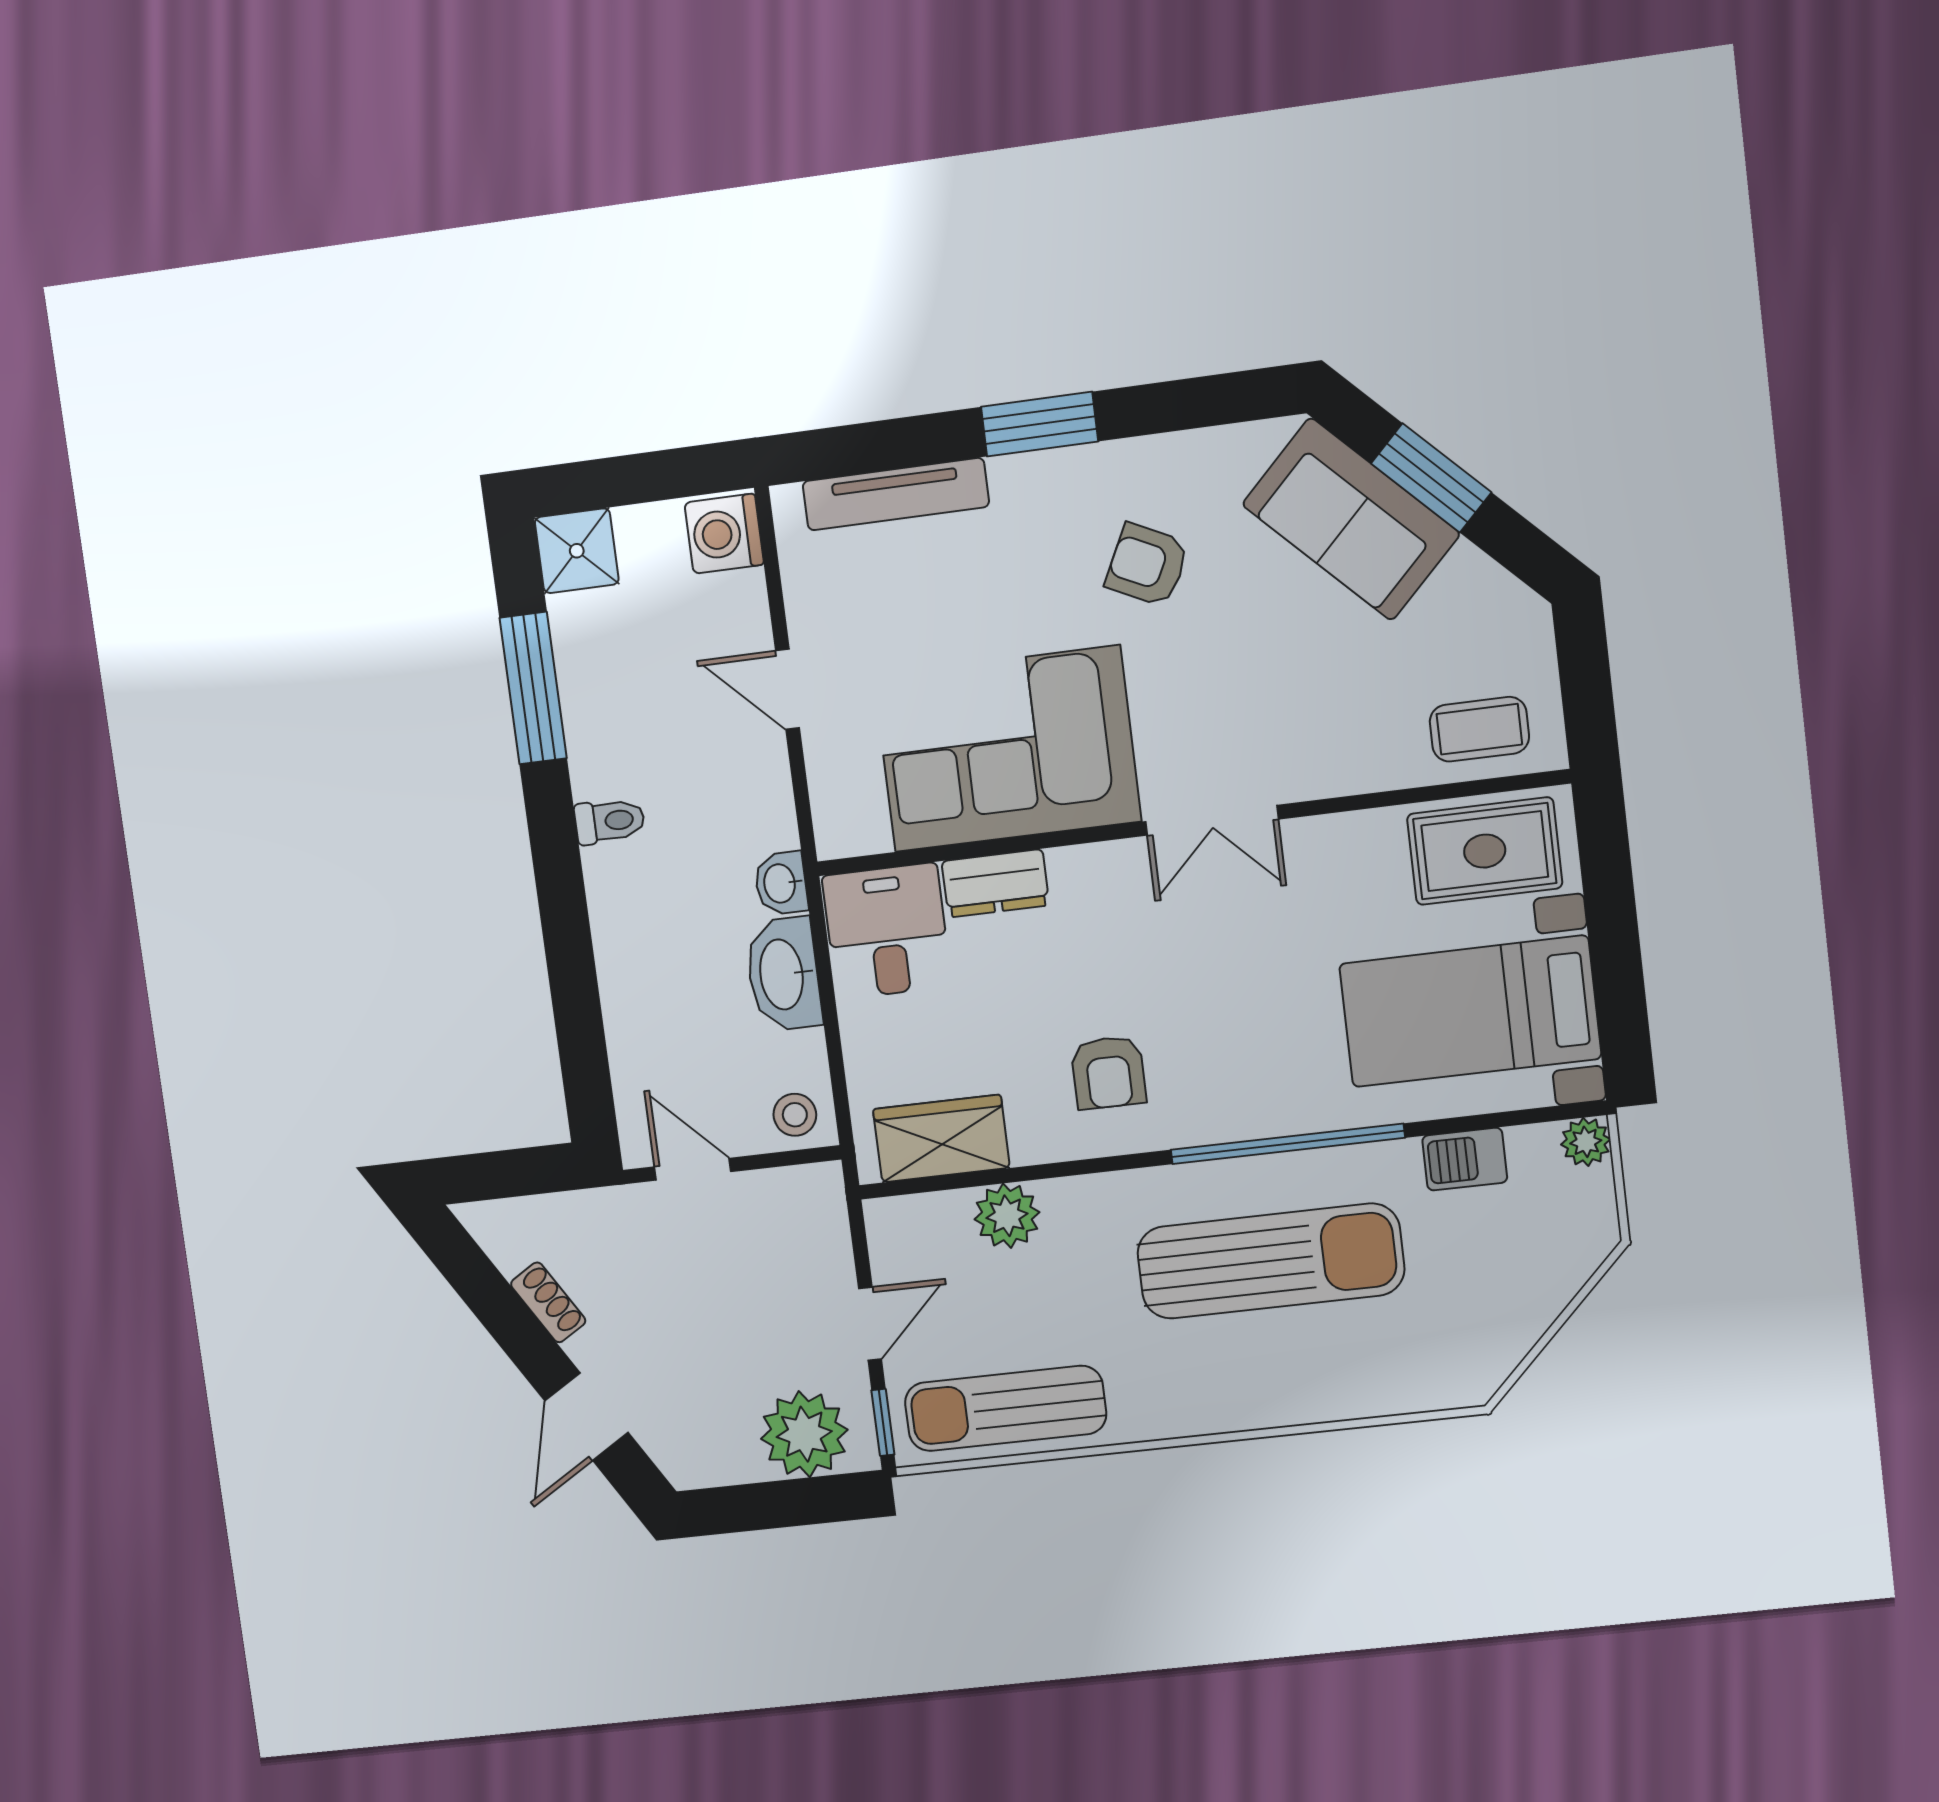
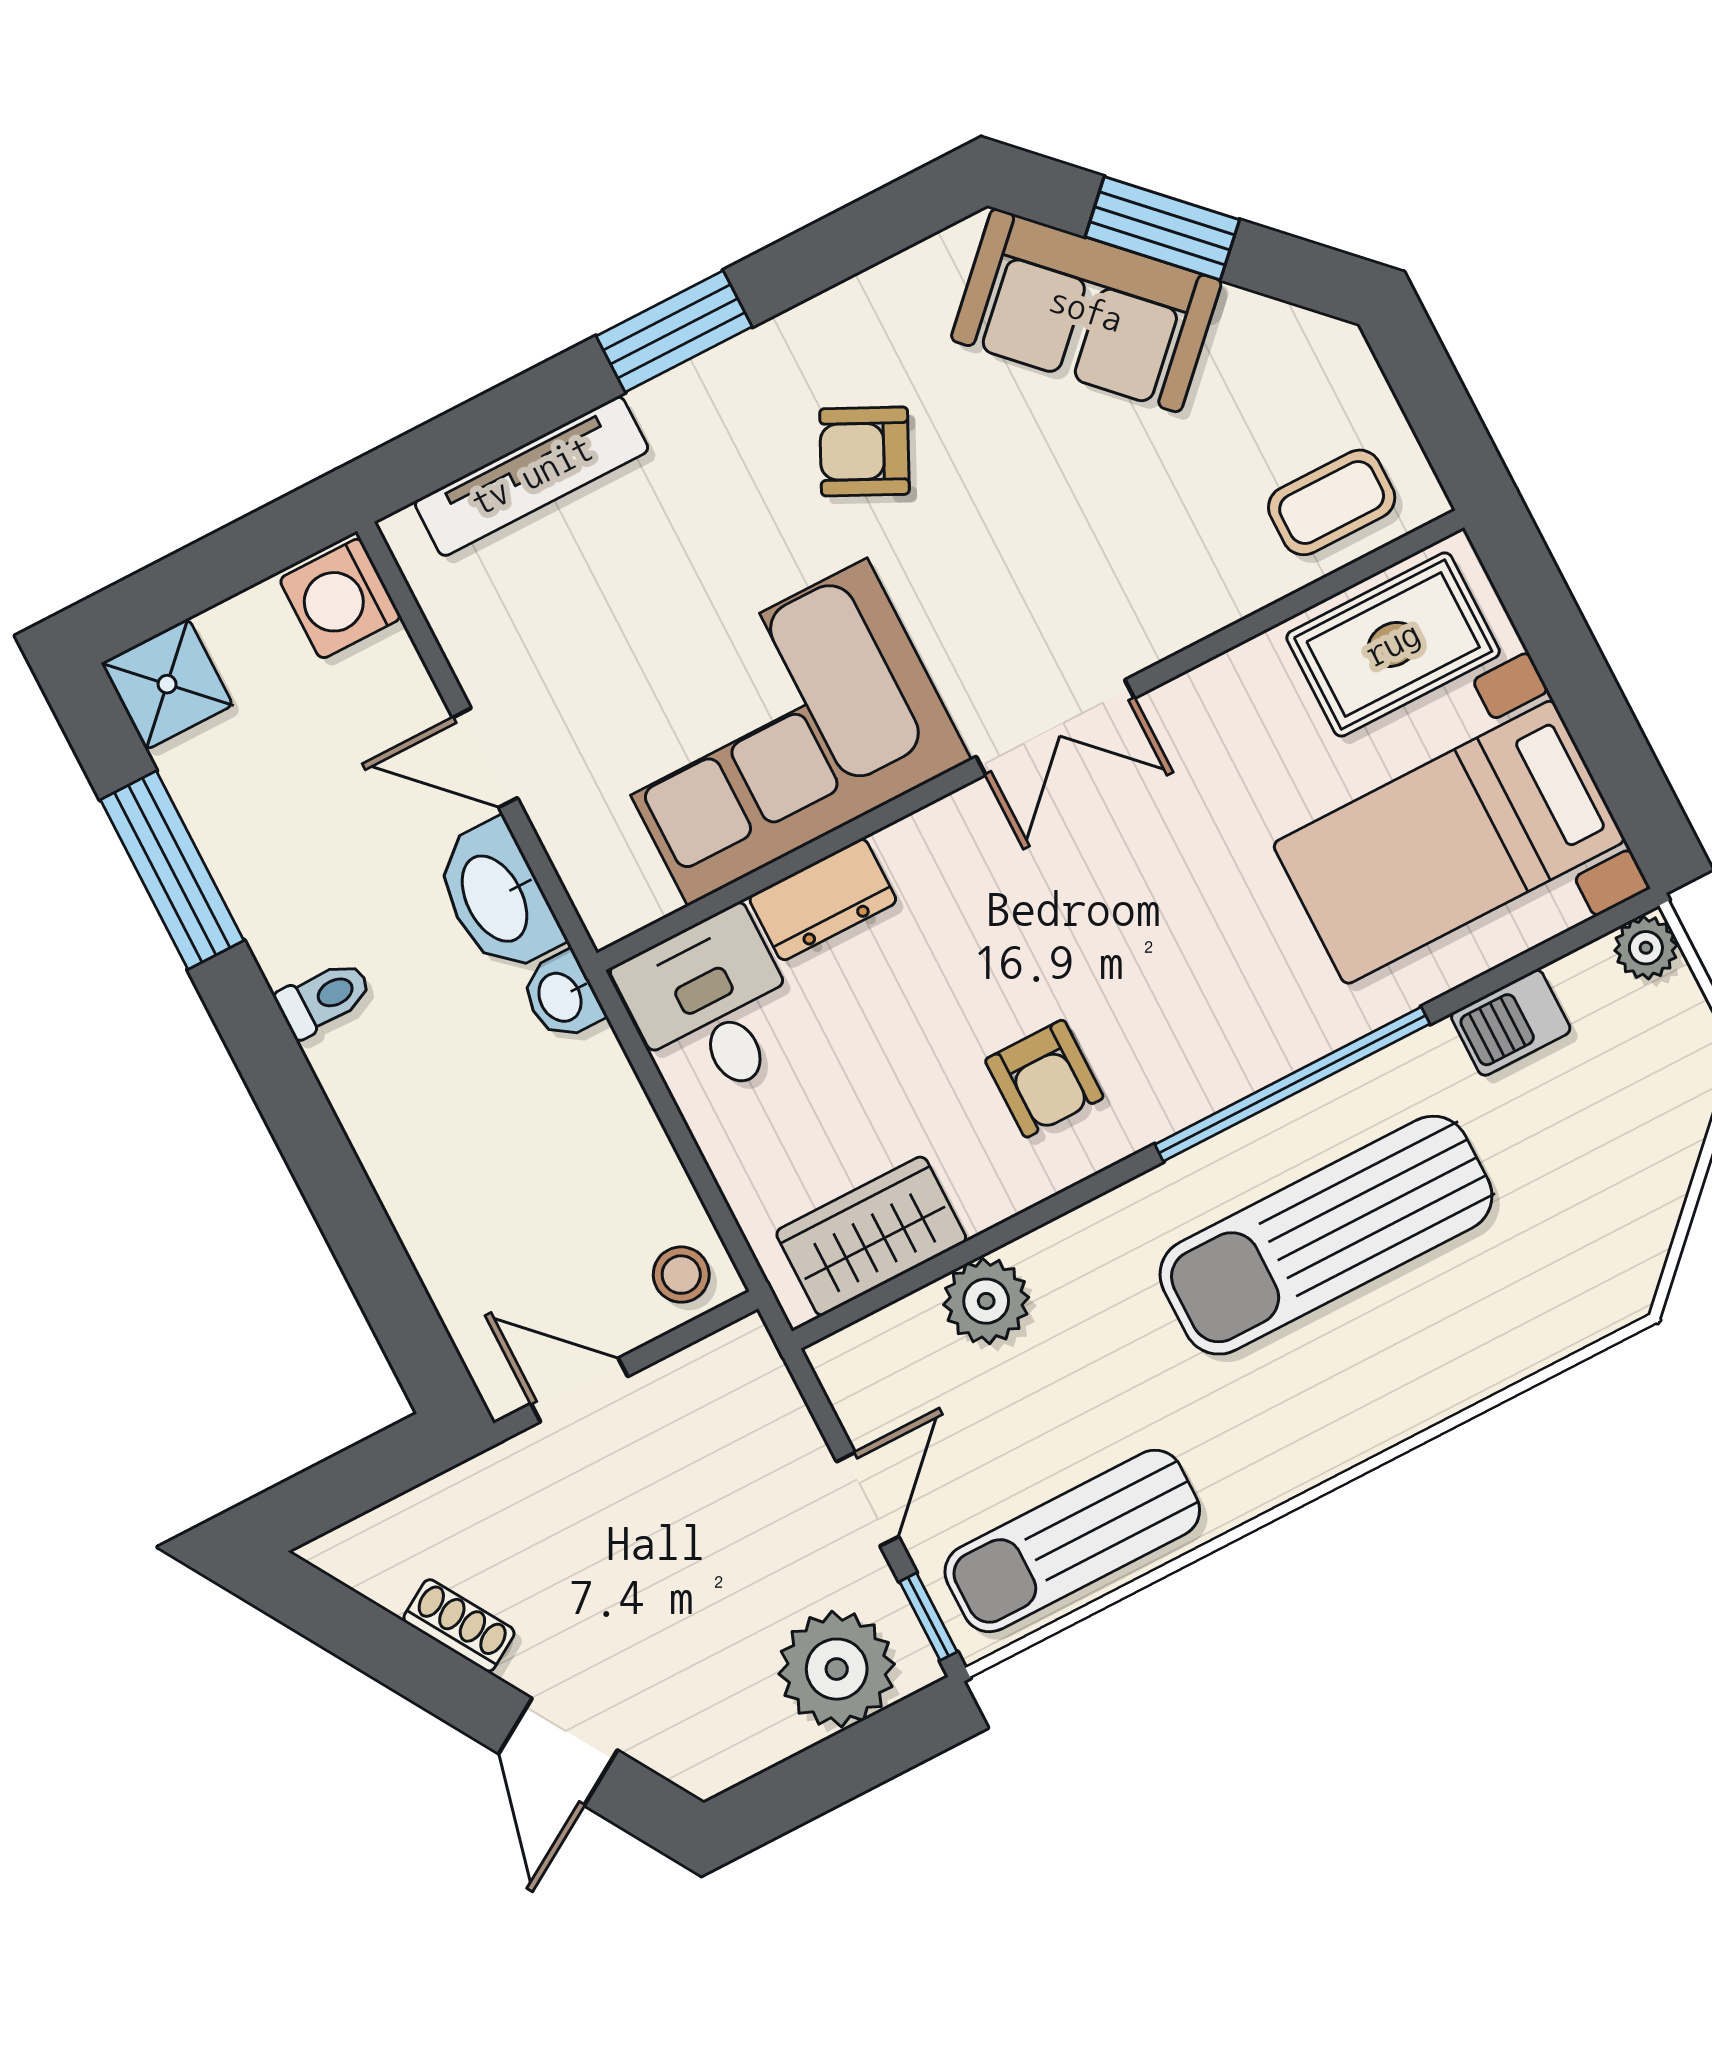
washbasin: (783, 974) -> (497, 897), moved
sun lounger: (1271, 1261) -> (1326, 1235), turned 180

